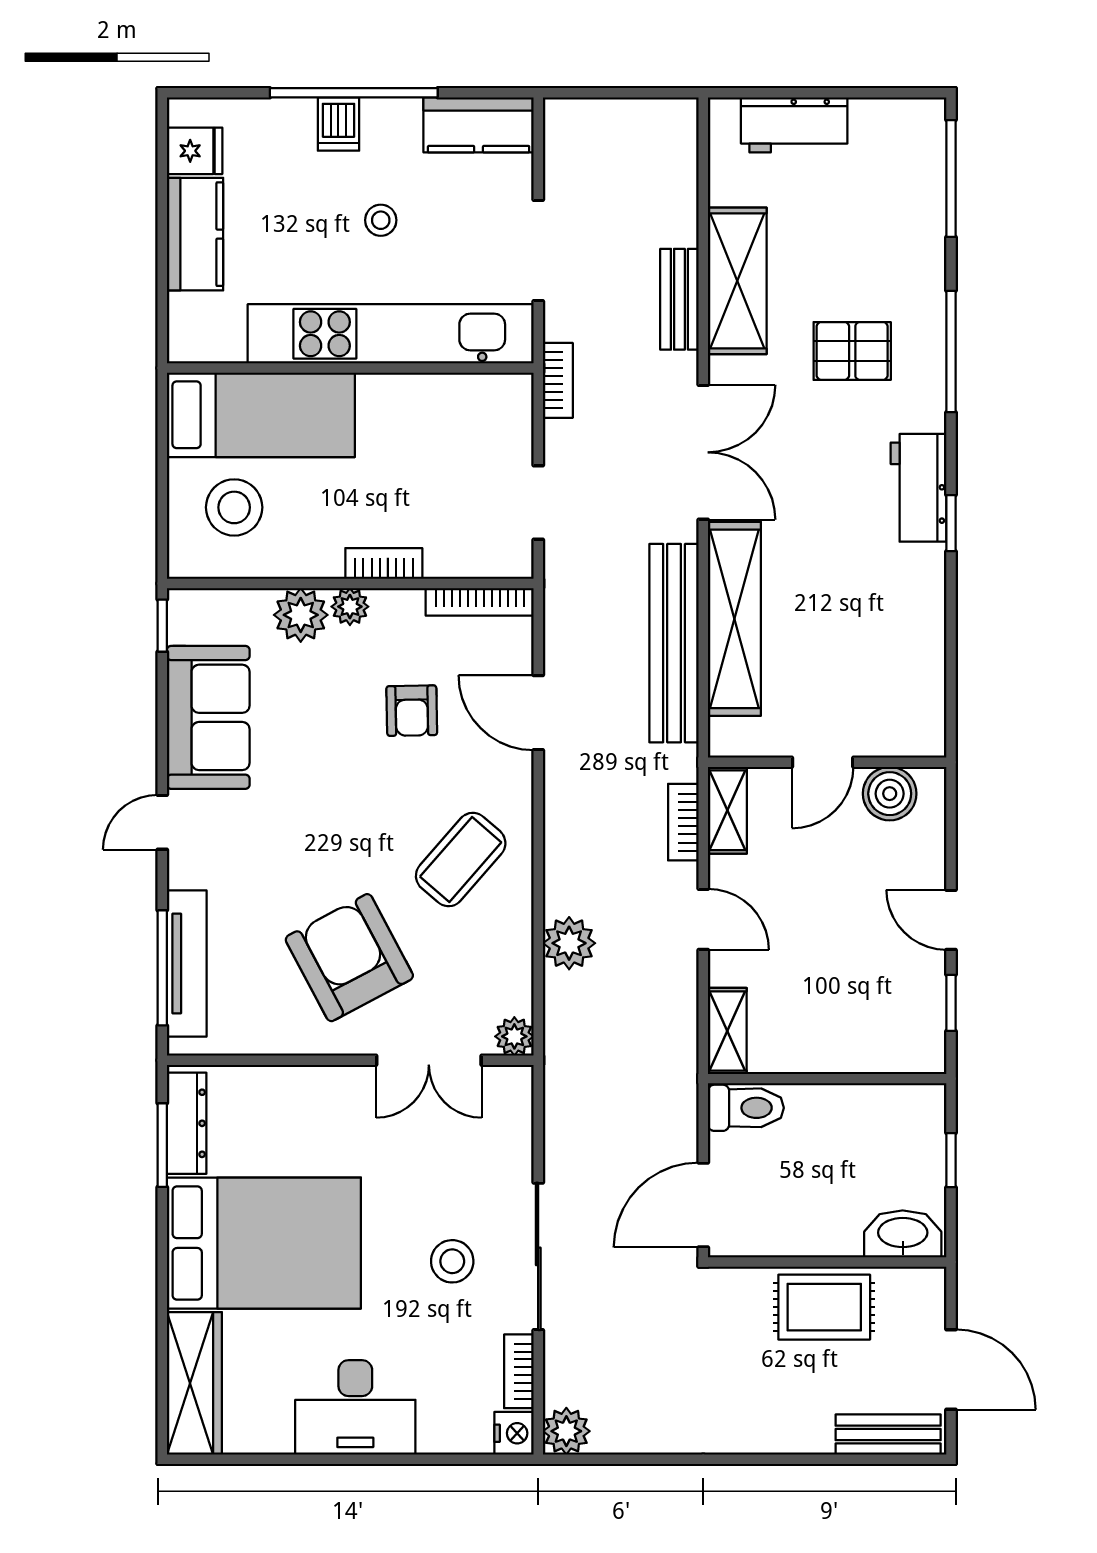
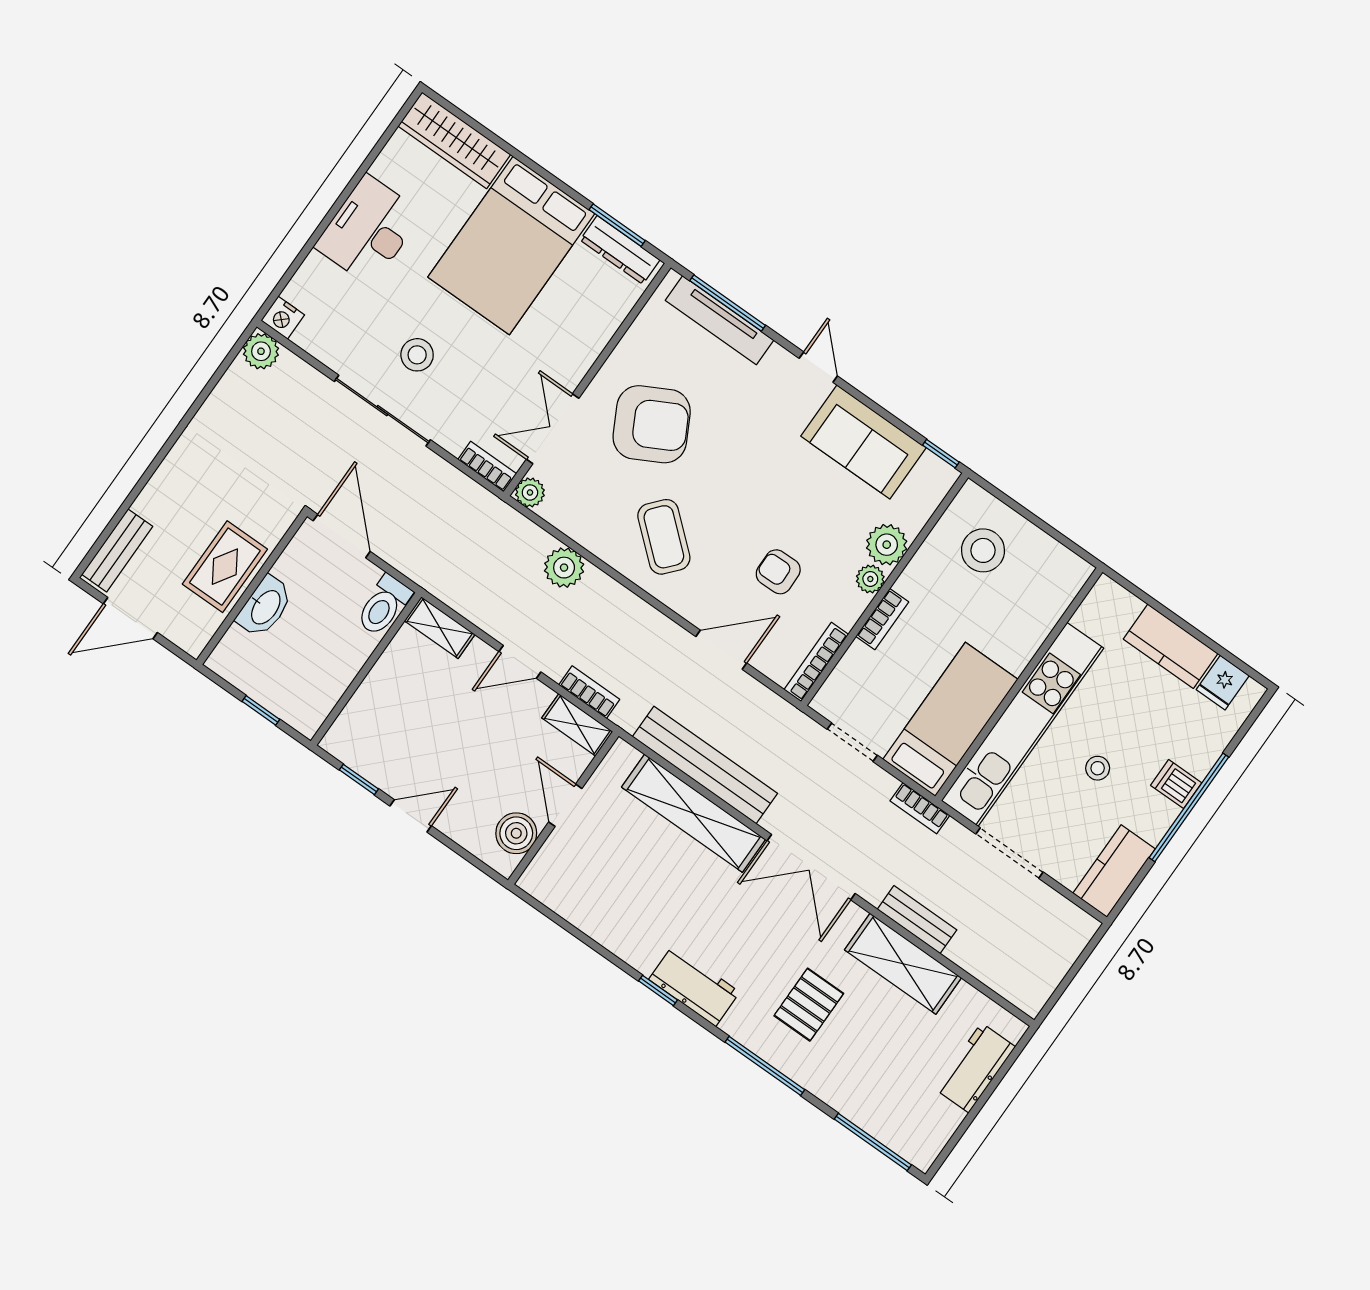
bed: (261, 415) -> (950, 719), moved, turned 180
washbasin: (903, 1234) -> (265, 607), moved
bookcase: (519, 1371) -> (487, 467), moved

